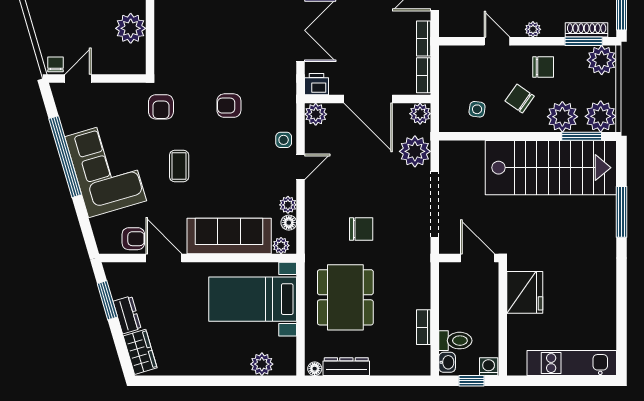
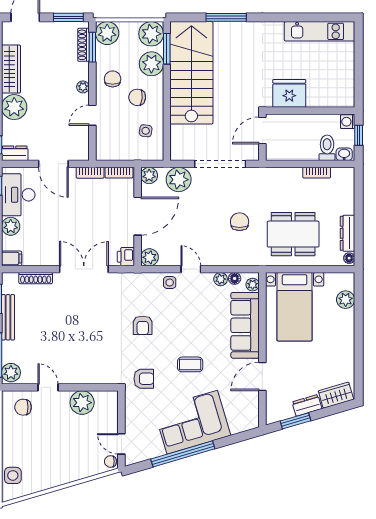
chair: (520, 99) -> (137, 97), turned 60
armchair: (133, 239) -> (247, 400), removed
kitchen unit: (572, 363) -> (320, 31), moved, turned -90

